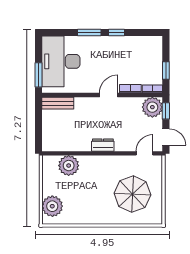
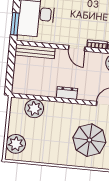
door: (109, 95) -> (77, 48), swing flipped
bench: (58, 103) -> (35, 52), width x1.36

